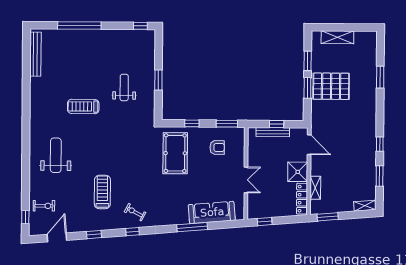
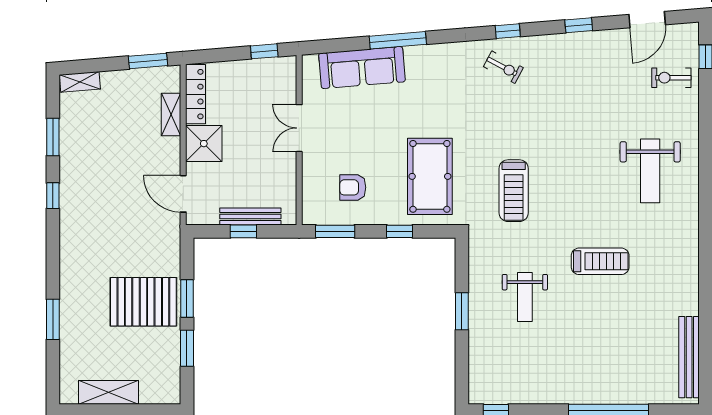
shelving: (337, 37) -> (108, 392), moved
treadmill: (102, 192) -> (514, 191), moved

